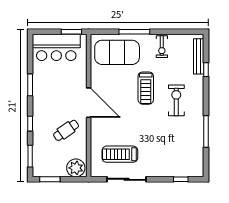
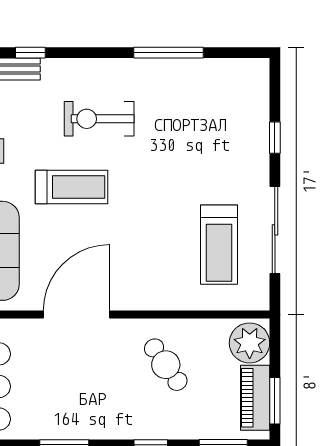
door: (89, 103) -> (77, 315), moved
piano: (51, 170) -> (255, 398), added
window: (181, 179) -> (275, 138), moved

